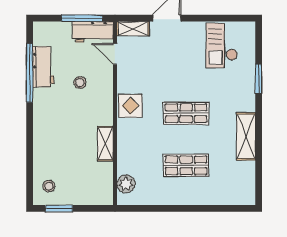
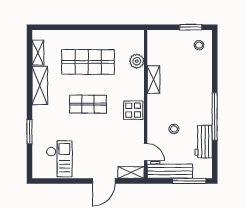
window: (82, 18) -> (189, 181), moved
workbench: (93, 32) -> (170, 170), width x1.38
window: (30, 73) -> (215, 117), moved
shop shelf: (186, 165) -> (88, 62), width x1.43, depth x1.36
shelving: (248, 177) -> (38, 52), added
plant: (126, 184) -> (137, 61), moved

